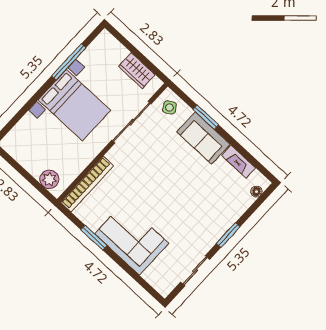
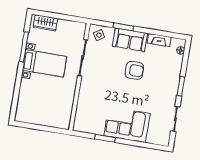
wardrobe: (137, 71) -> (45, 23), moved
bed with nightstands: (74, 105) -> (44, 63), width x0.73
plant: (49, 179) -> (57, 122), removed
armchair: (184, 179) -> (134, 70), added
bookcase: (87, 184) -> (81, 110), removed

